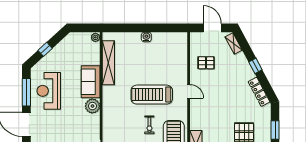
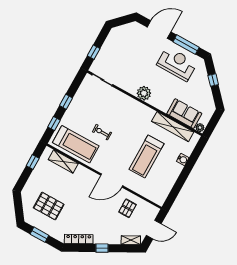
water cooler: (146, 37) -> (183, 159), moved
sofa: (91, 82) -> (184, 114), moved
door: (189, 91) -> (112, 181), width x1.88
treadmill: (152, 95) -> (146, 157), moved, turned 180

